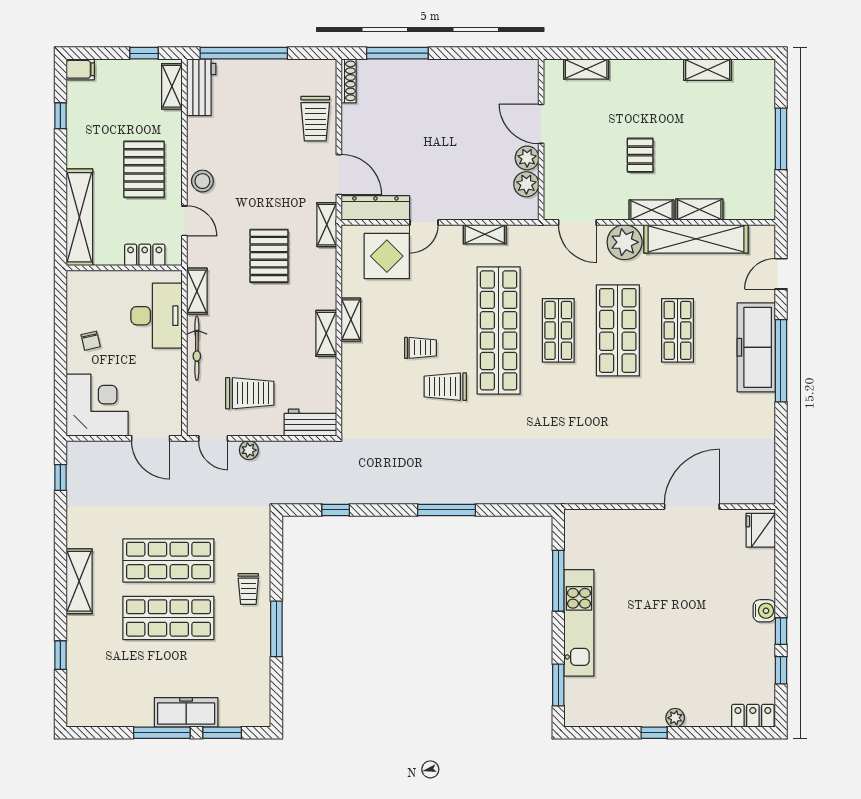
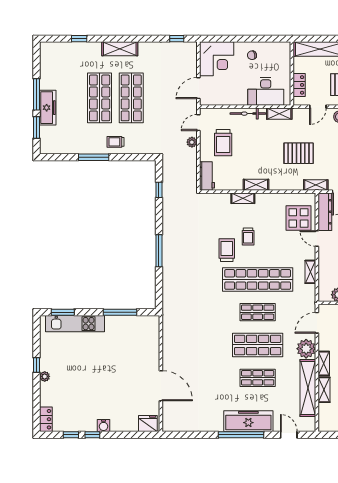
shelving: (351, 320) -> (243, 198), moved
kitchen unit: (579, 623) -> (75, 324), moved

